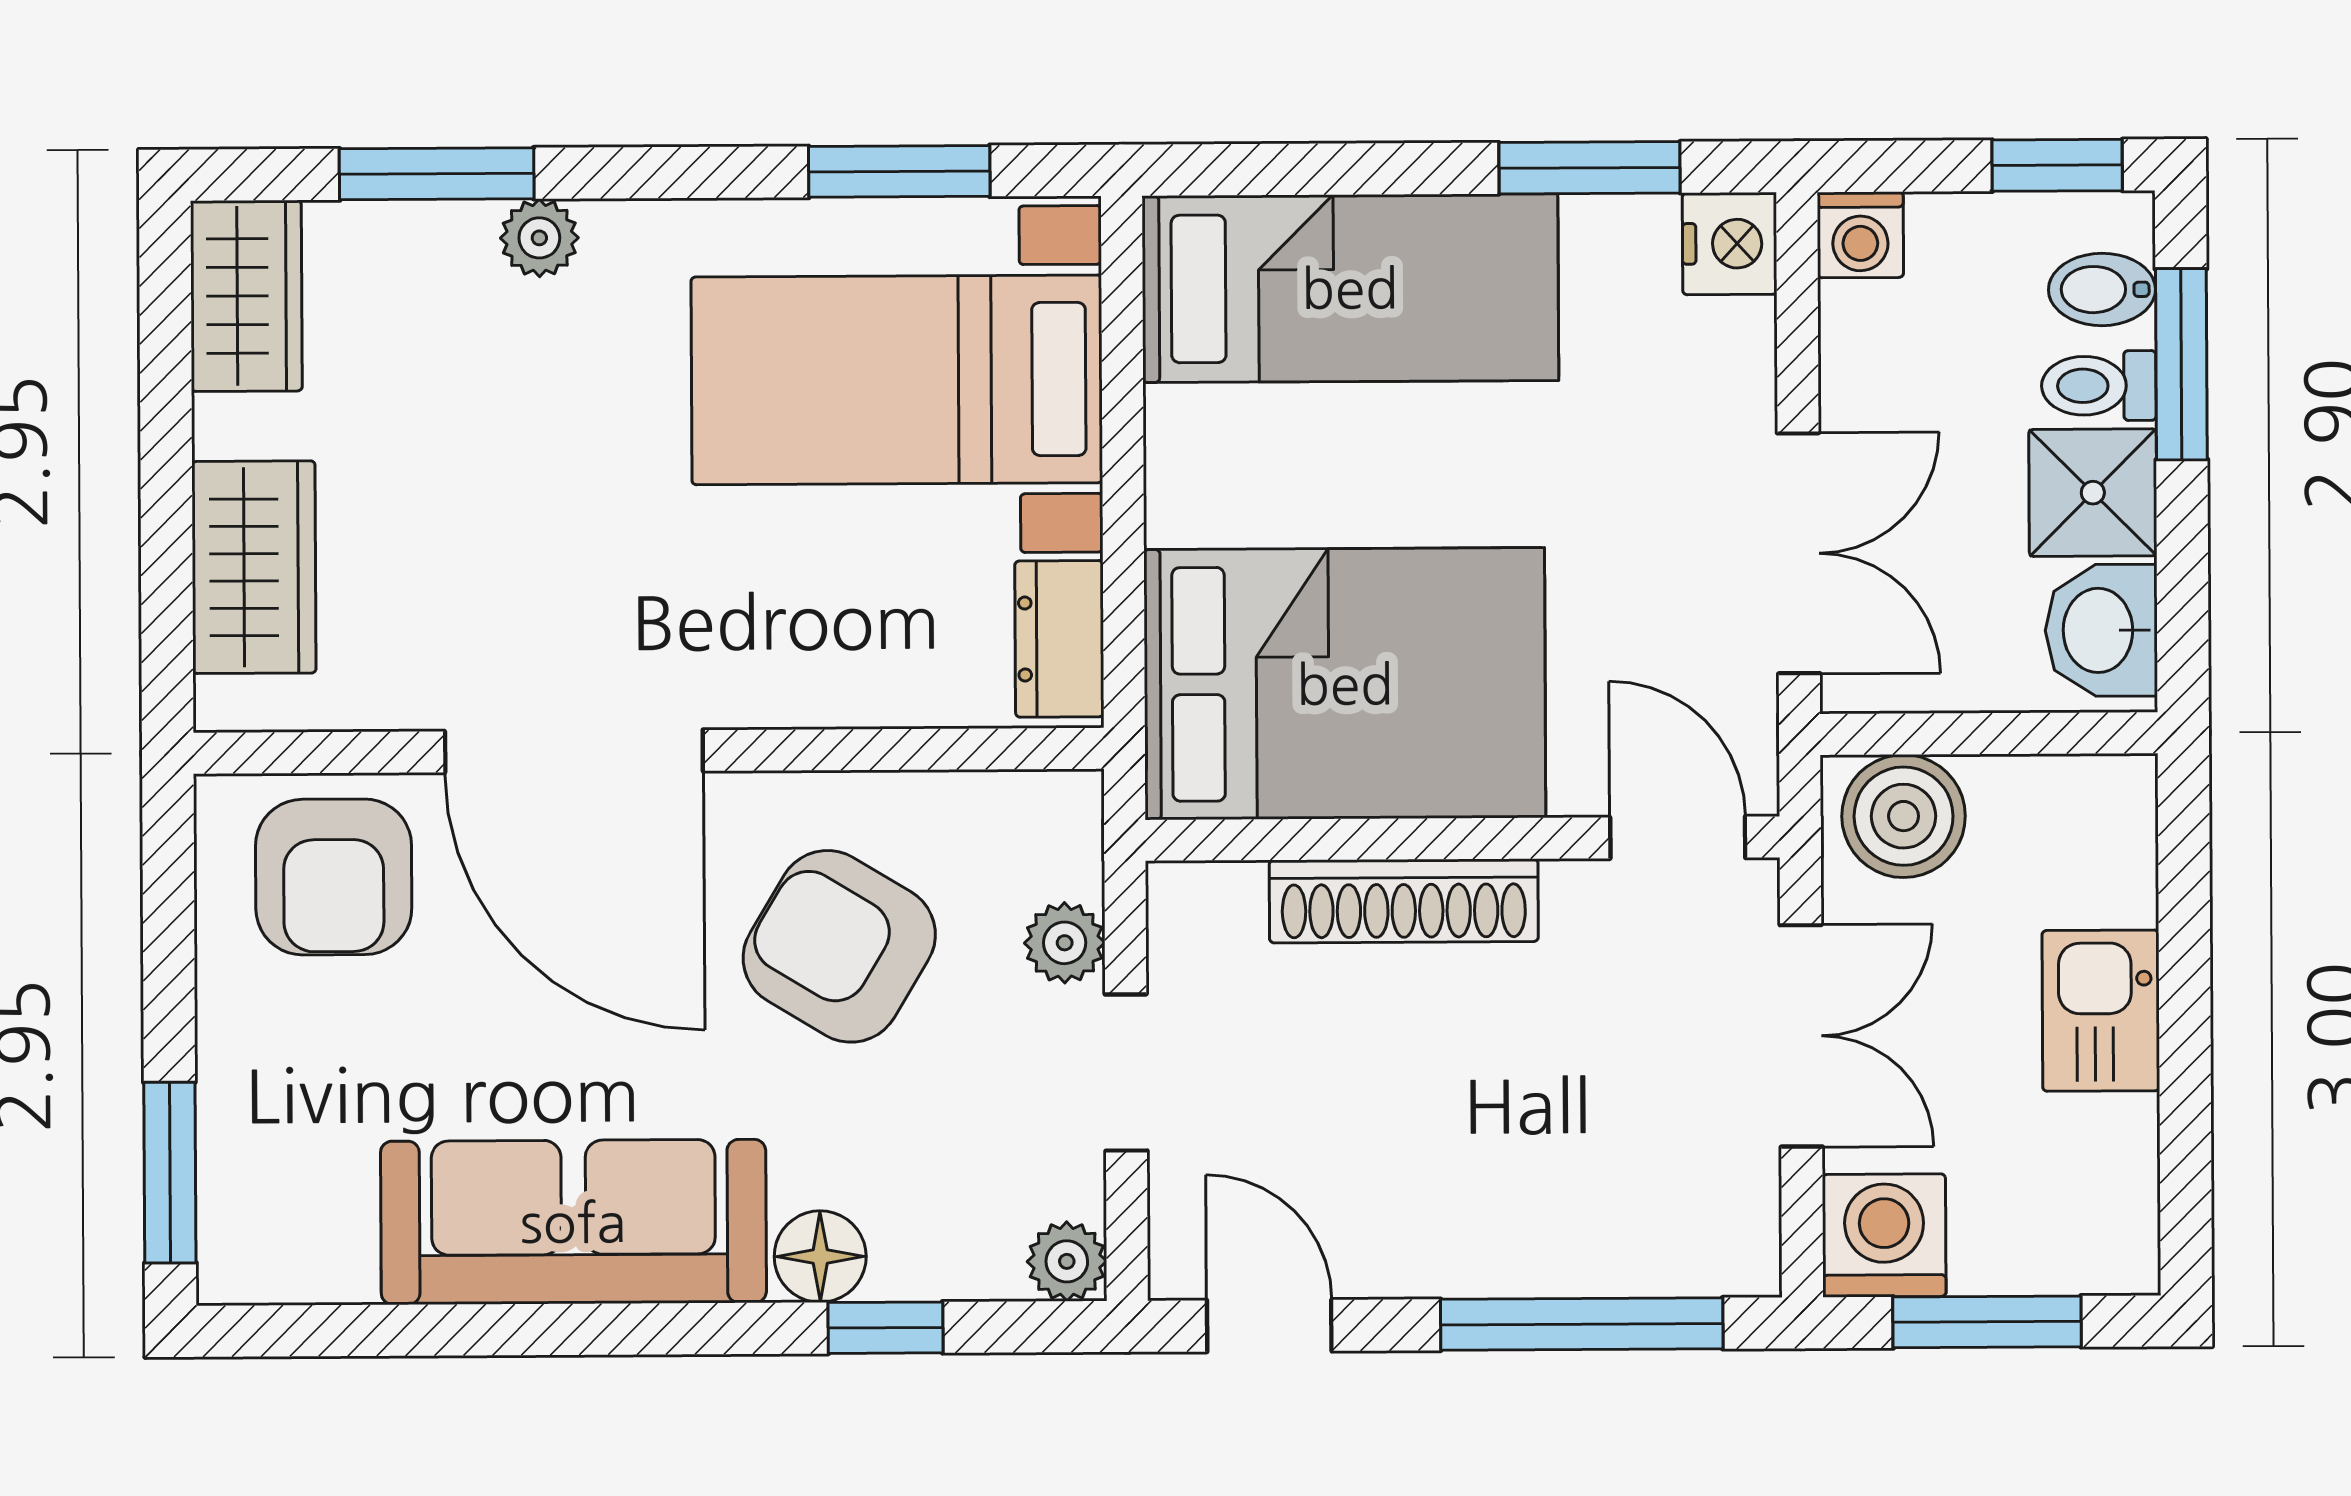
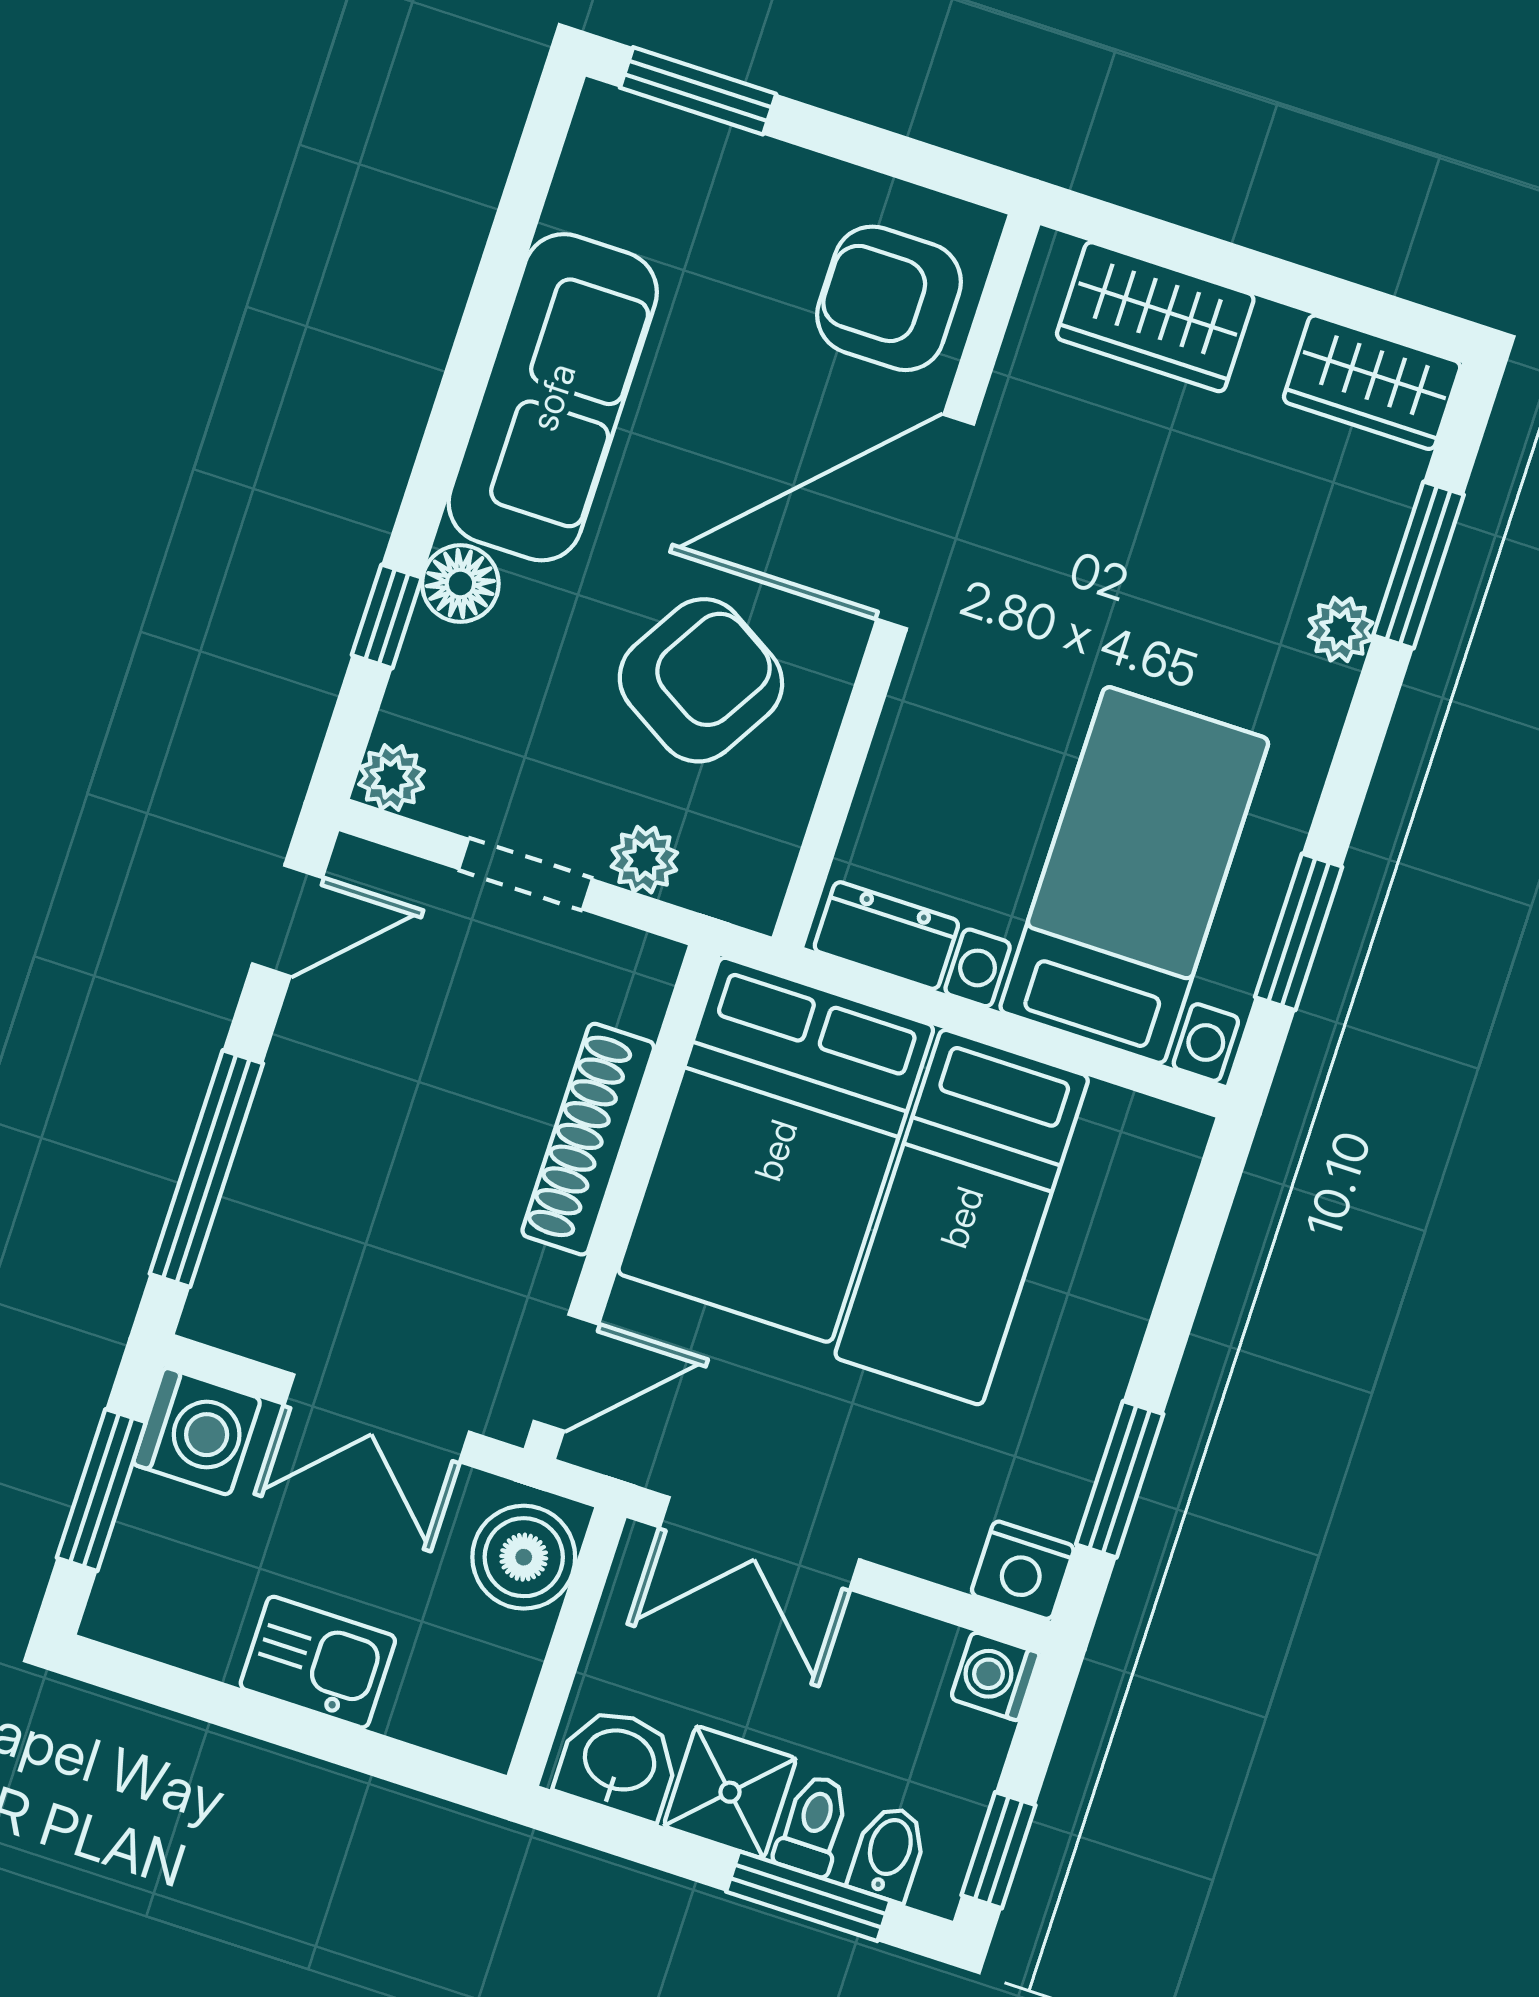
bed: (1350, 288) -> (962, 1217), moved

